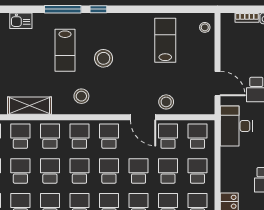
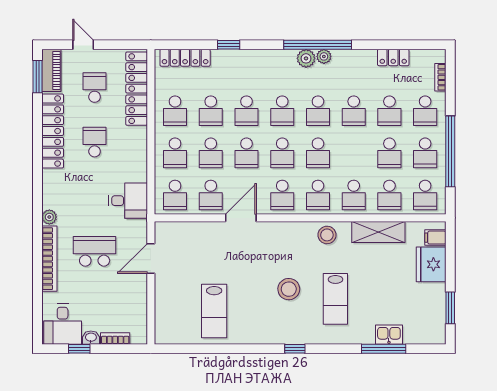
window: (63, 9) -> (384, 349), moved
stool: (205, 27) -> (166, 327), removed
lab bench: (65, 50) -> (335, 299), turned 180
door: (218, 84) -> (151, 259), hinge flipped
stool: (81, 96) -> (327, 235), moved
stool: (166, 102) -> (213, 236), removed
door: (143, 117) -> (241, 218), hinge flipped
desk: (236, 126) -> (128, 201), width x0.73
school desk: (50, 171) -> (354, 153), removed

